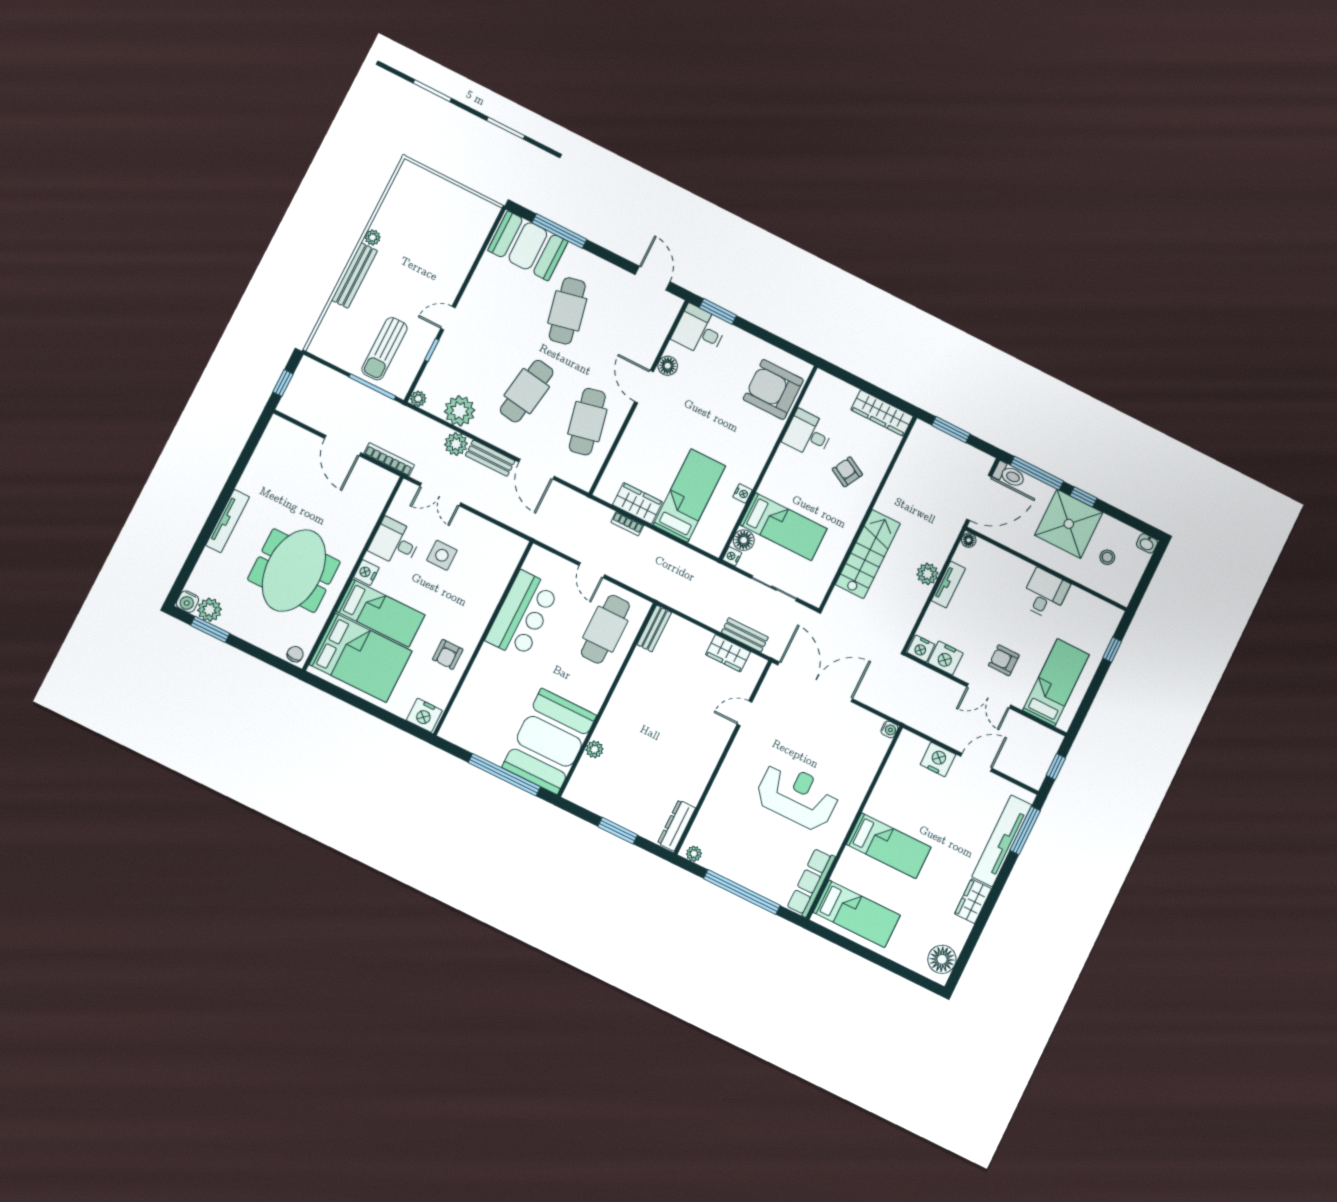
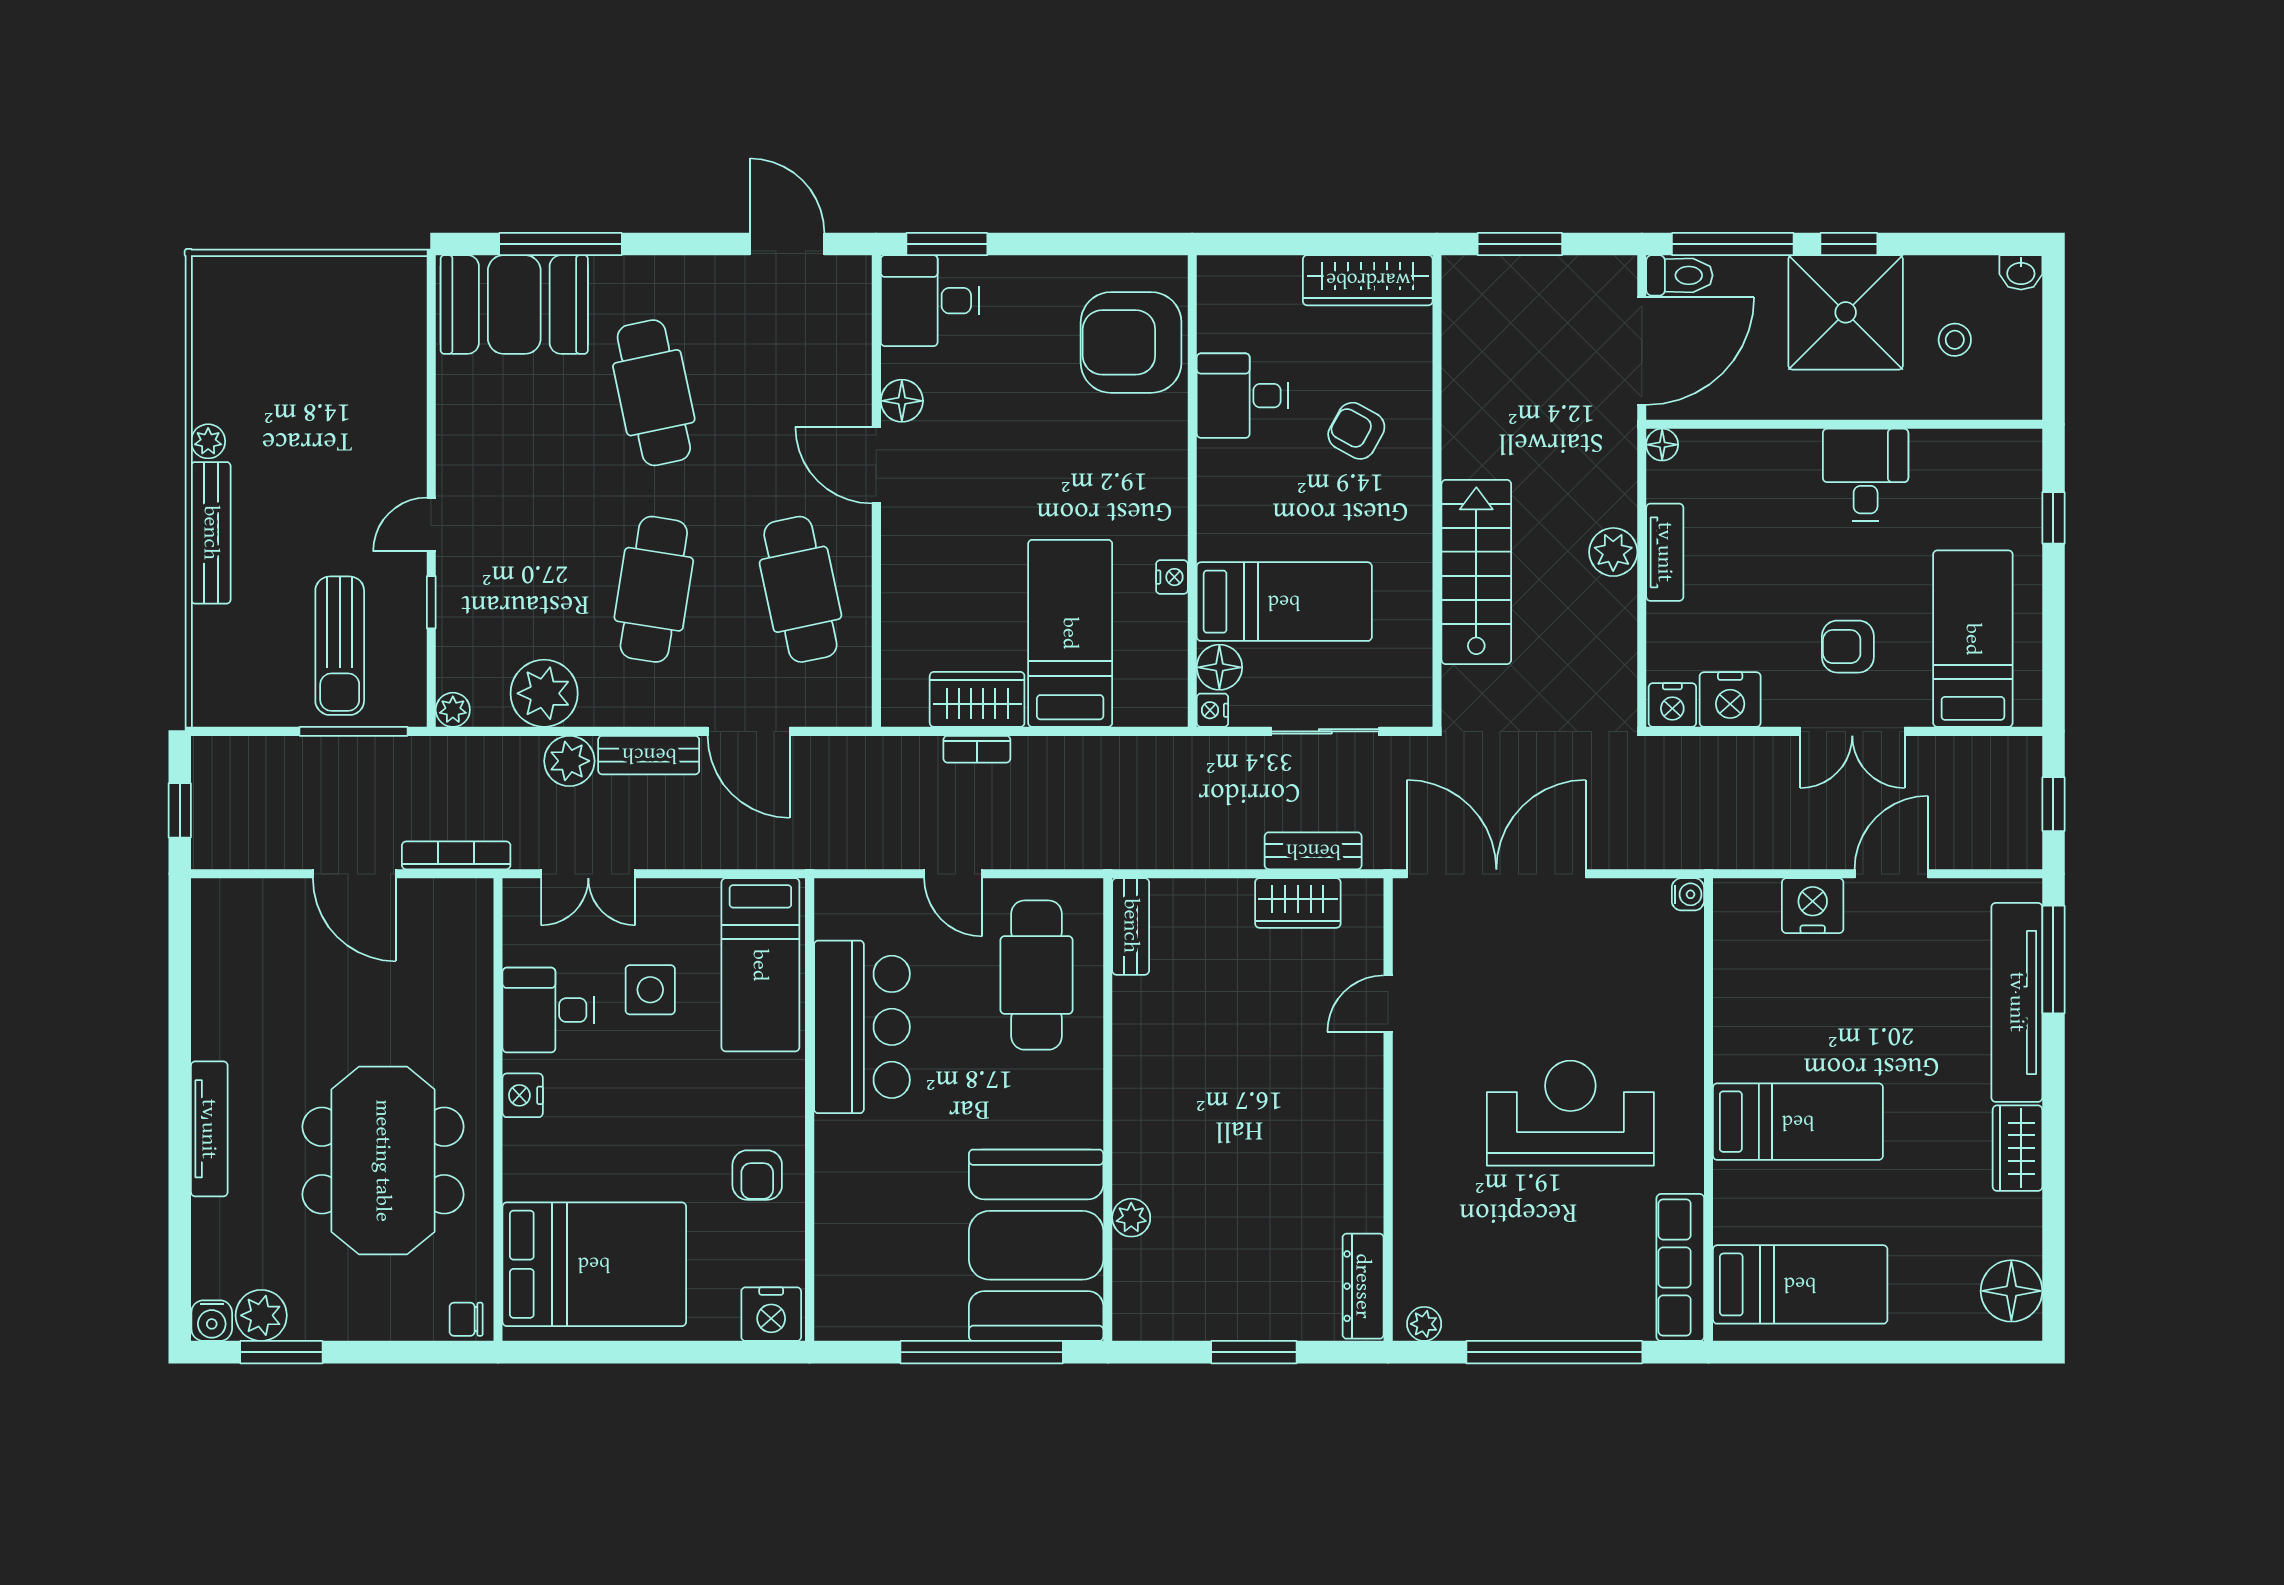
bed: (381, 613) -> (760, 965), moved, turned 90
chair: (295, 654) -> (466, 1319), turned -90

